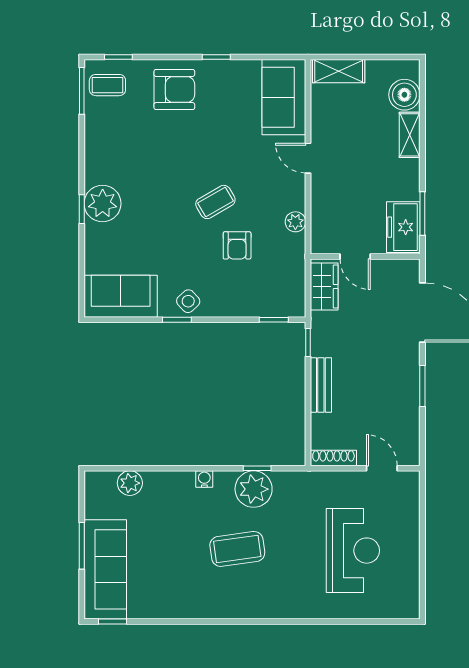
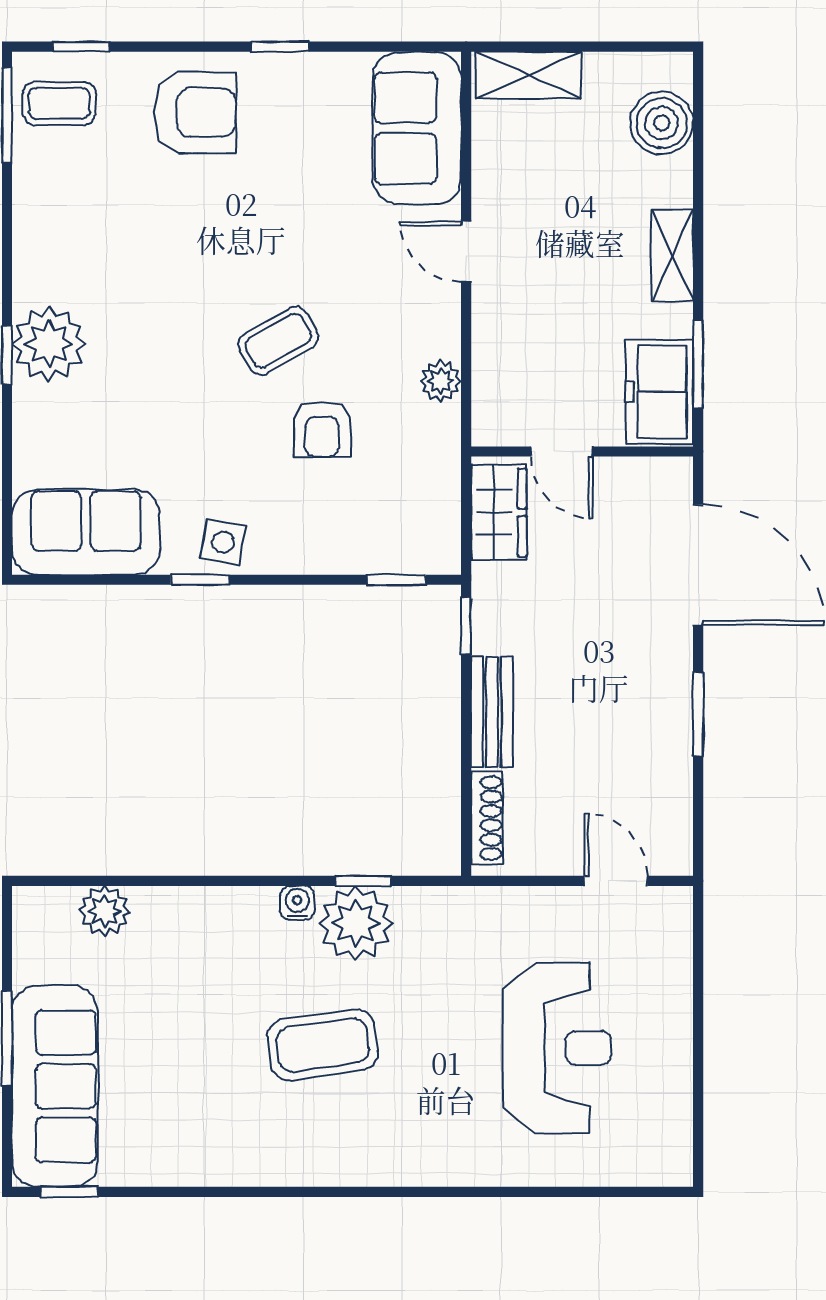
shelving: (410, 135) -> (672, 255), moved
side table: (188, 301) -> (223, 542), turned -37
shoe rack: (333, 458) -> (487, 818), moved, turned 90
water cooler: (204, 479) -> (297, 903), moved

